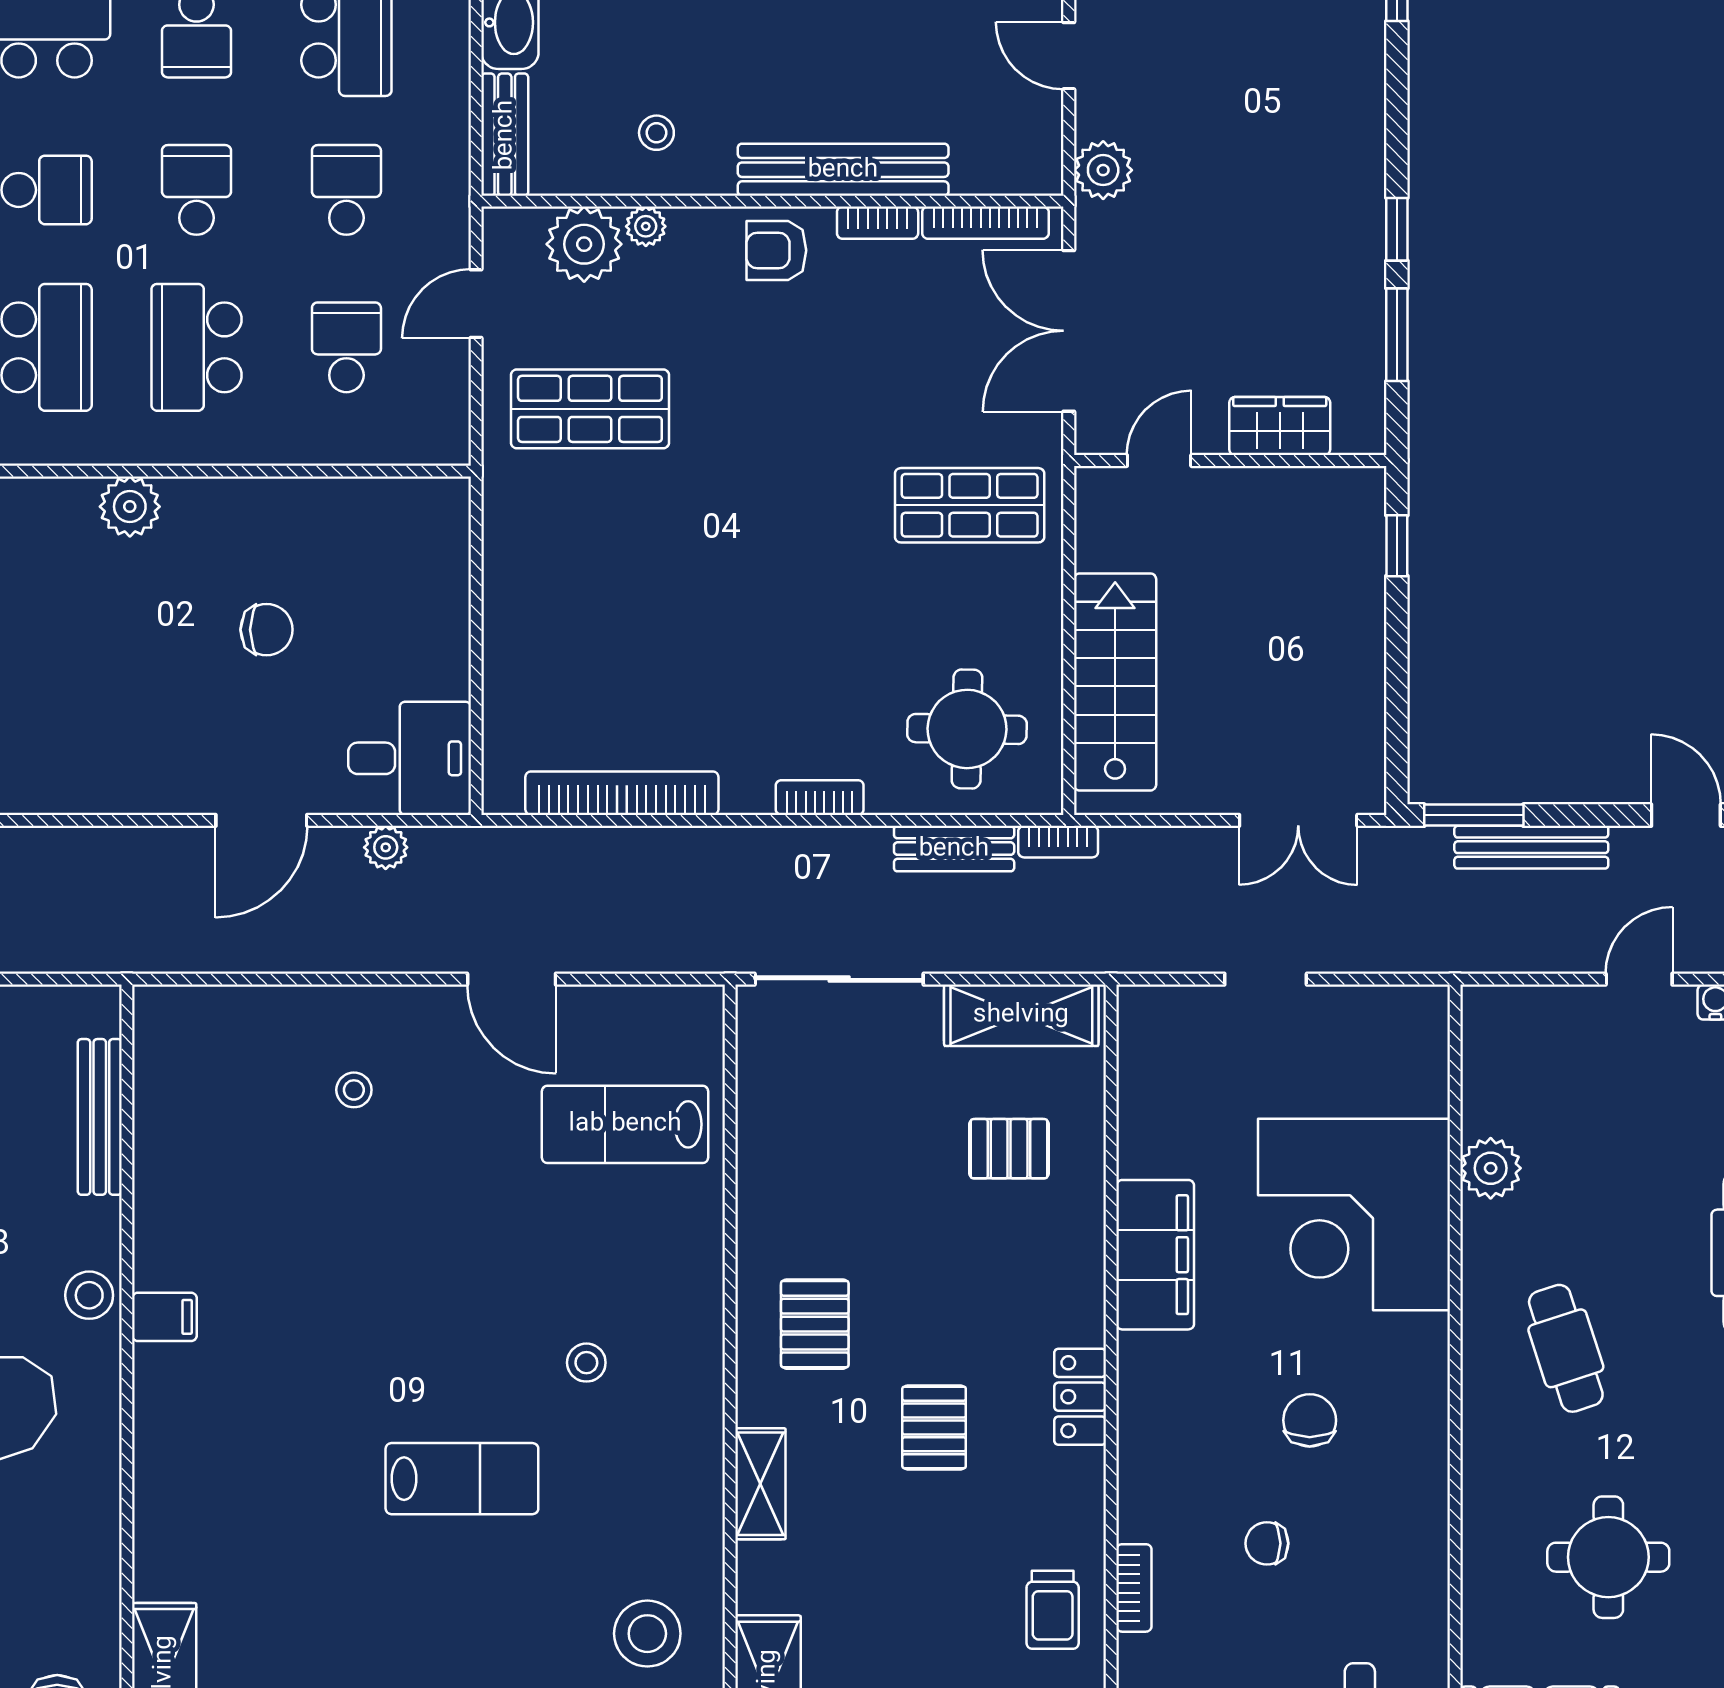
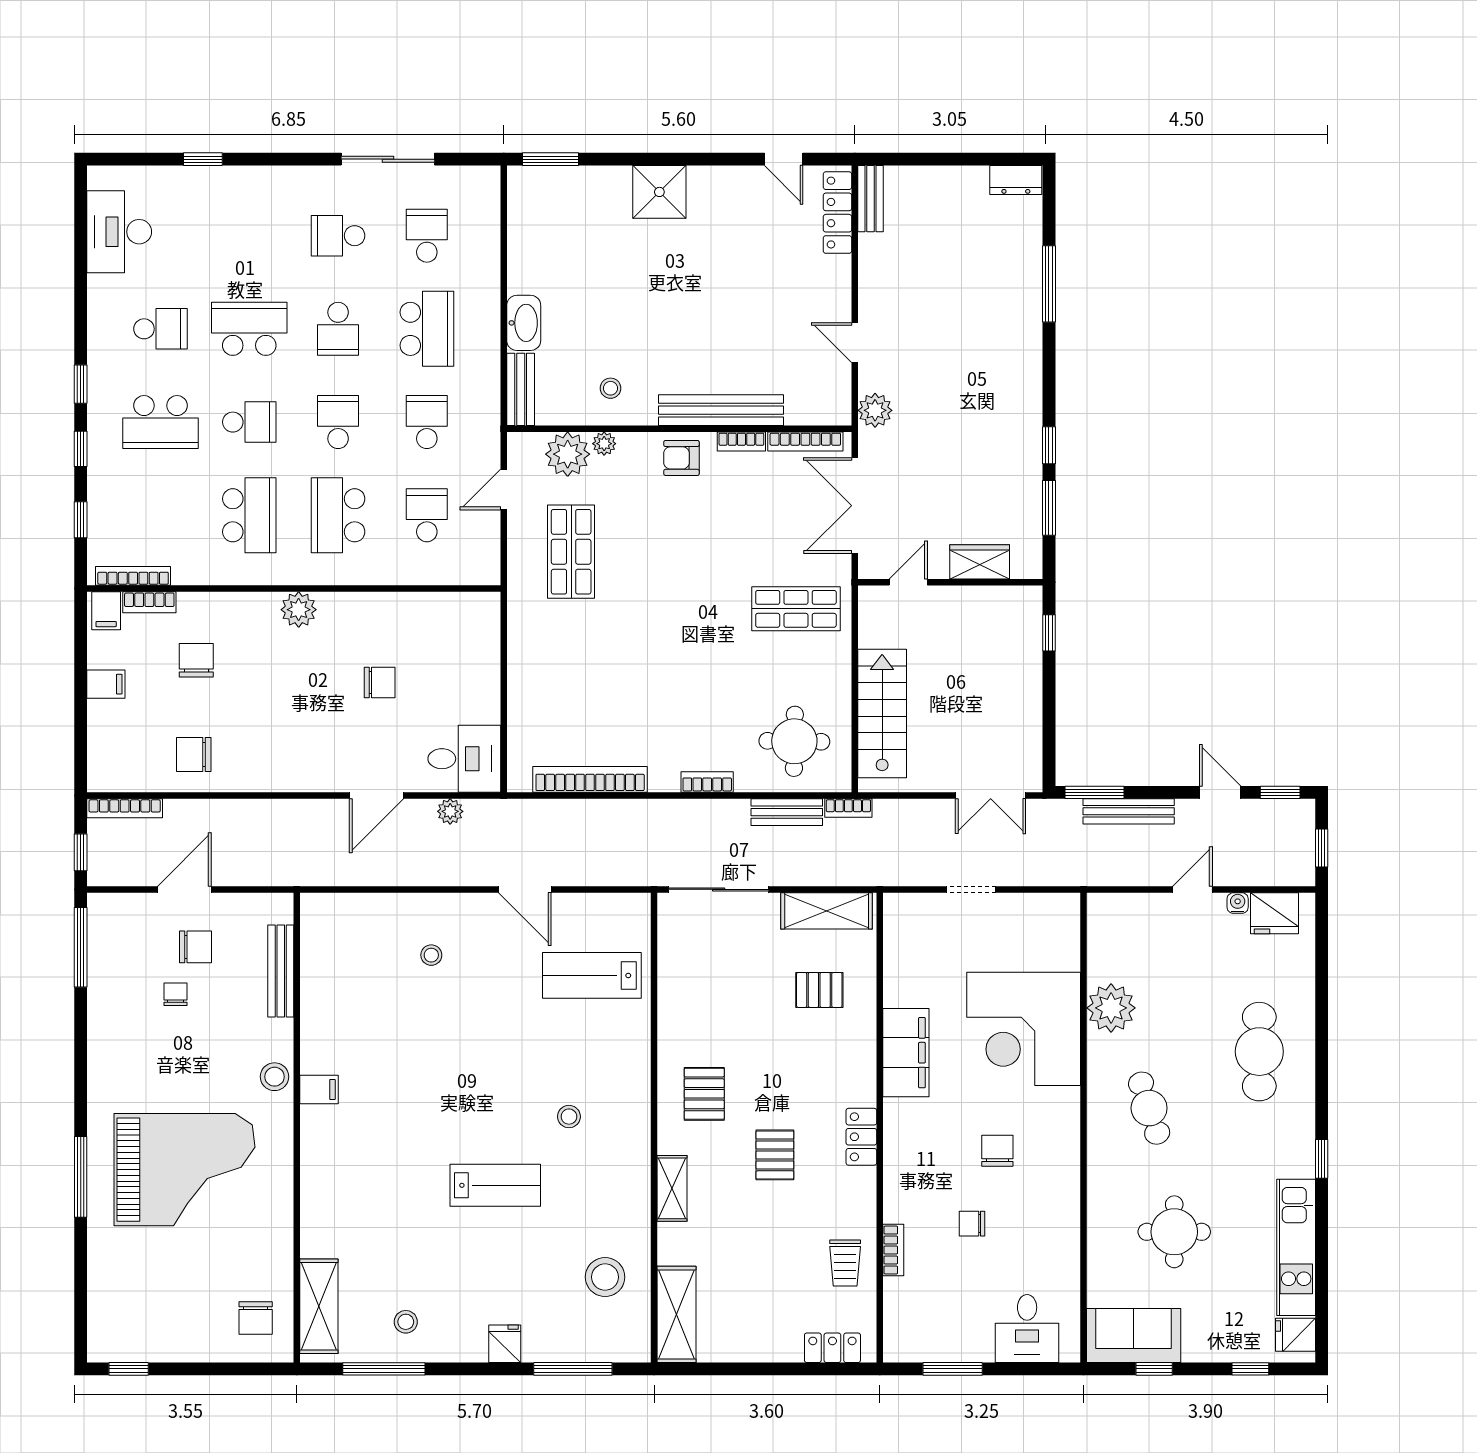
shop shelf: (590, 409) -> (571, 552), turned 90
plant: (1491, 1168) -> (1111, 1008), width x1.36, depth x1.36

